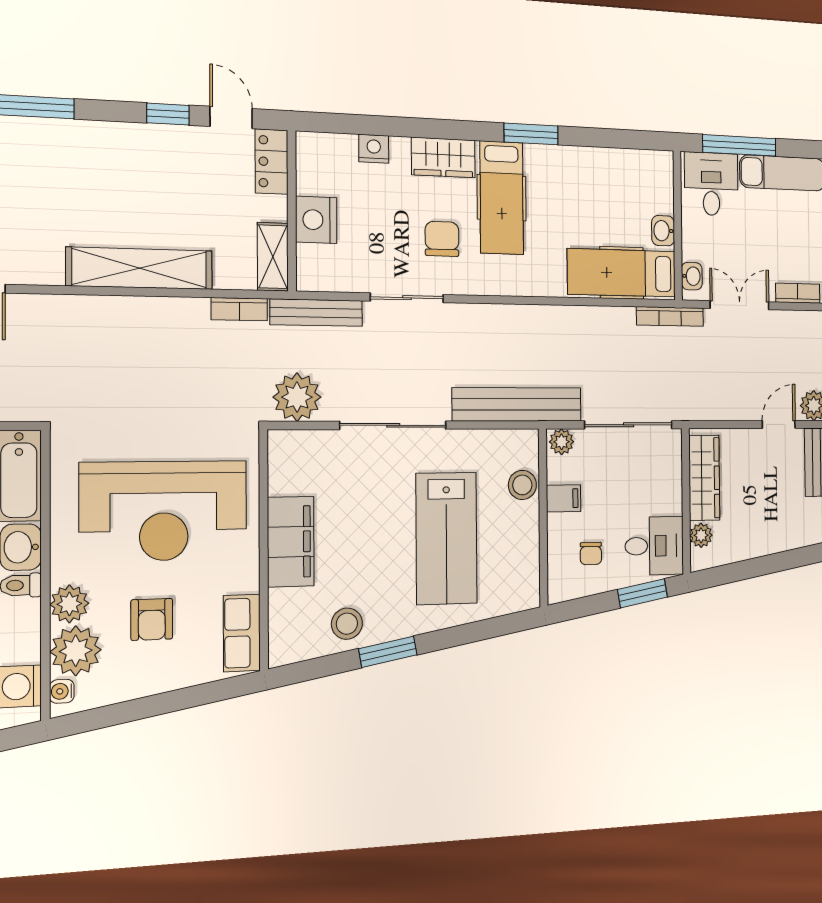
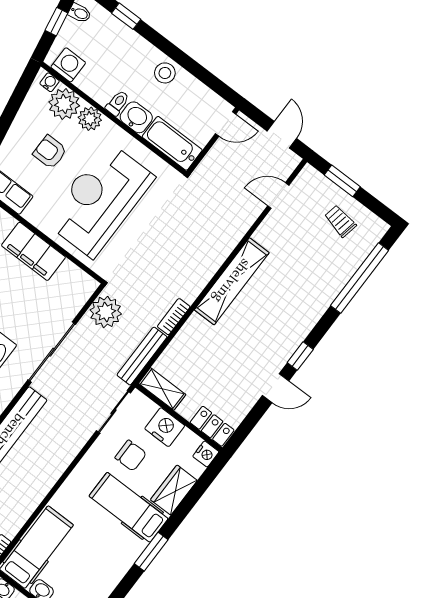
locker: (271, 162) -> (212, 426), moved
wall: (292, 211) -> (179, 417), moved
nightstand: (316, 220) -> (165, 427), moved
shelving: (273, 257) -> (162, 389), moved

